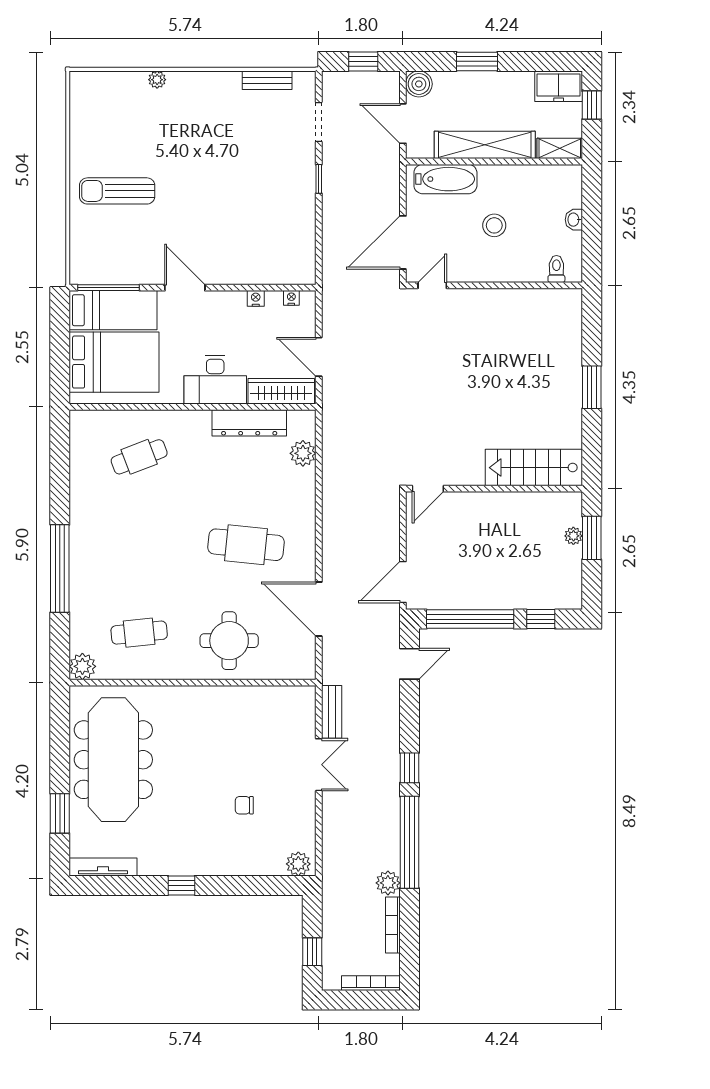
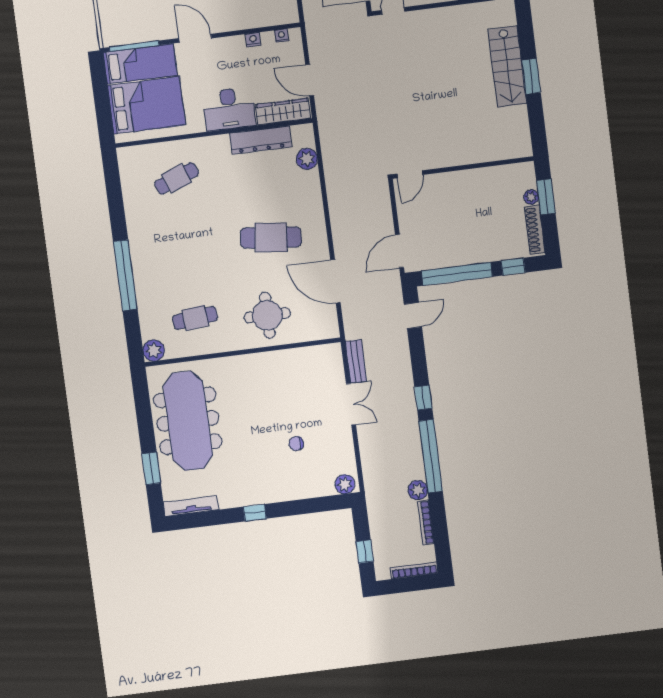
stairs: (534, 468) -> (507, 66), moved, turned -90
shoe rack: (573, 577) -> (535, 230), added

